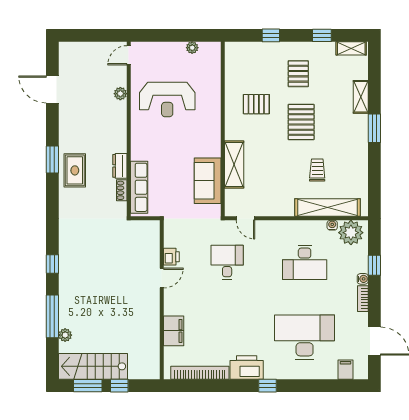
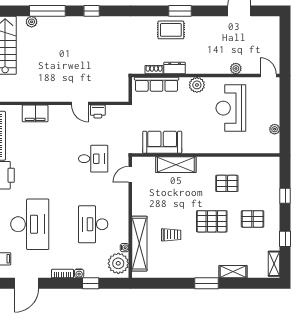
pallet: (256, 104) -> (227, 183), turned 90
plant: (140, 140) -> (197, 85), added

